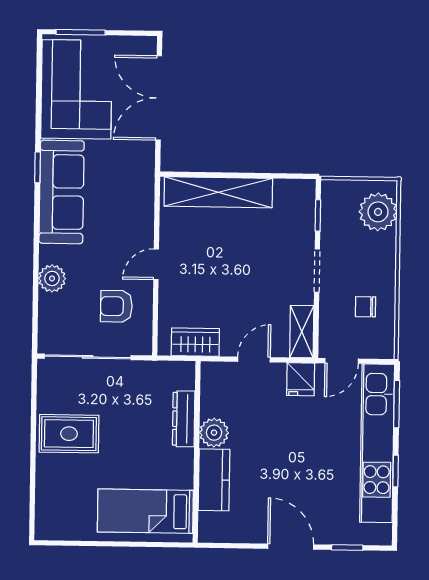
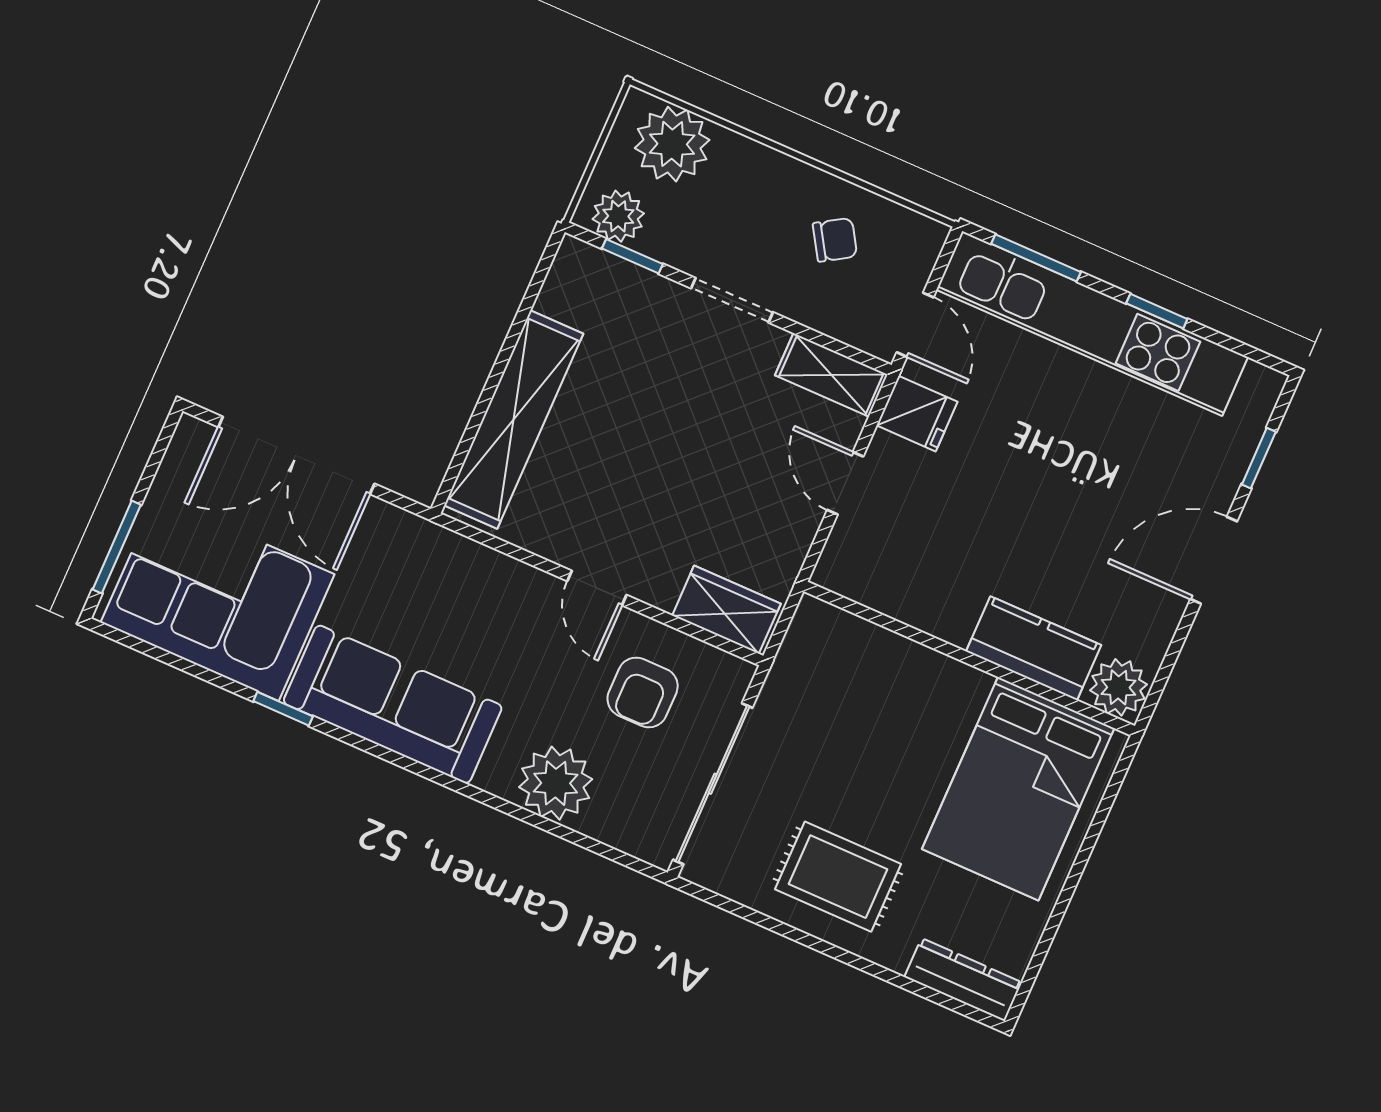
window: (38, 167) -> (283, 709), moved
plant: (334, 201) -> (618, 216), added
plant: (52, 278) -> (556, 783), width x1.36, depth x1.36
chair: (365, 307) -> (835, 240), turned -122
wardrobe: (195, 342) -> (726, 610), moved, turned 90
dresser: (184, 419) -> (963, 980), moved, turned 180
plant: (214, 433) -> (1118, 687), moved
rug: (69, 434) -> (838, 877), turned 90
bed: (145, 511) -> (1018, 789), width x1.50

